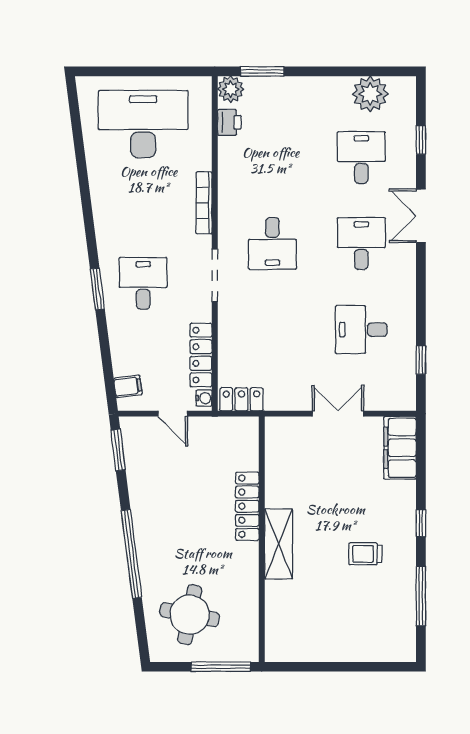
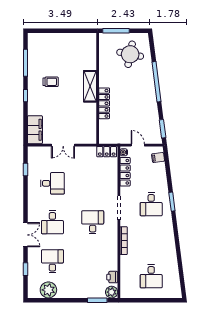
desk: (143, 124) -> (151, 276), width x0.53, depth x0.77
desk: (361, 157) -> (52, 261), turned 180

